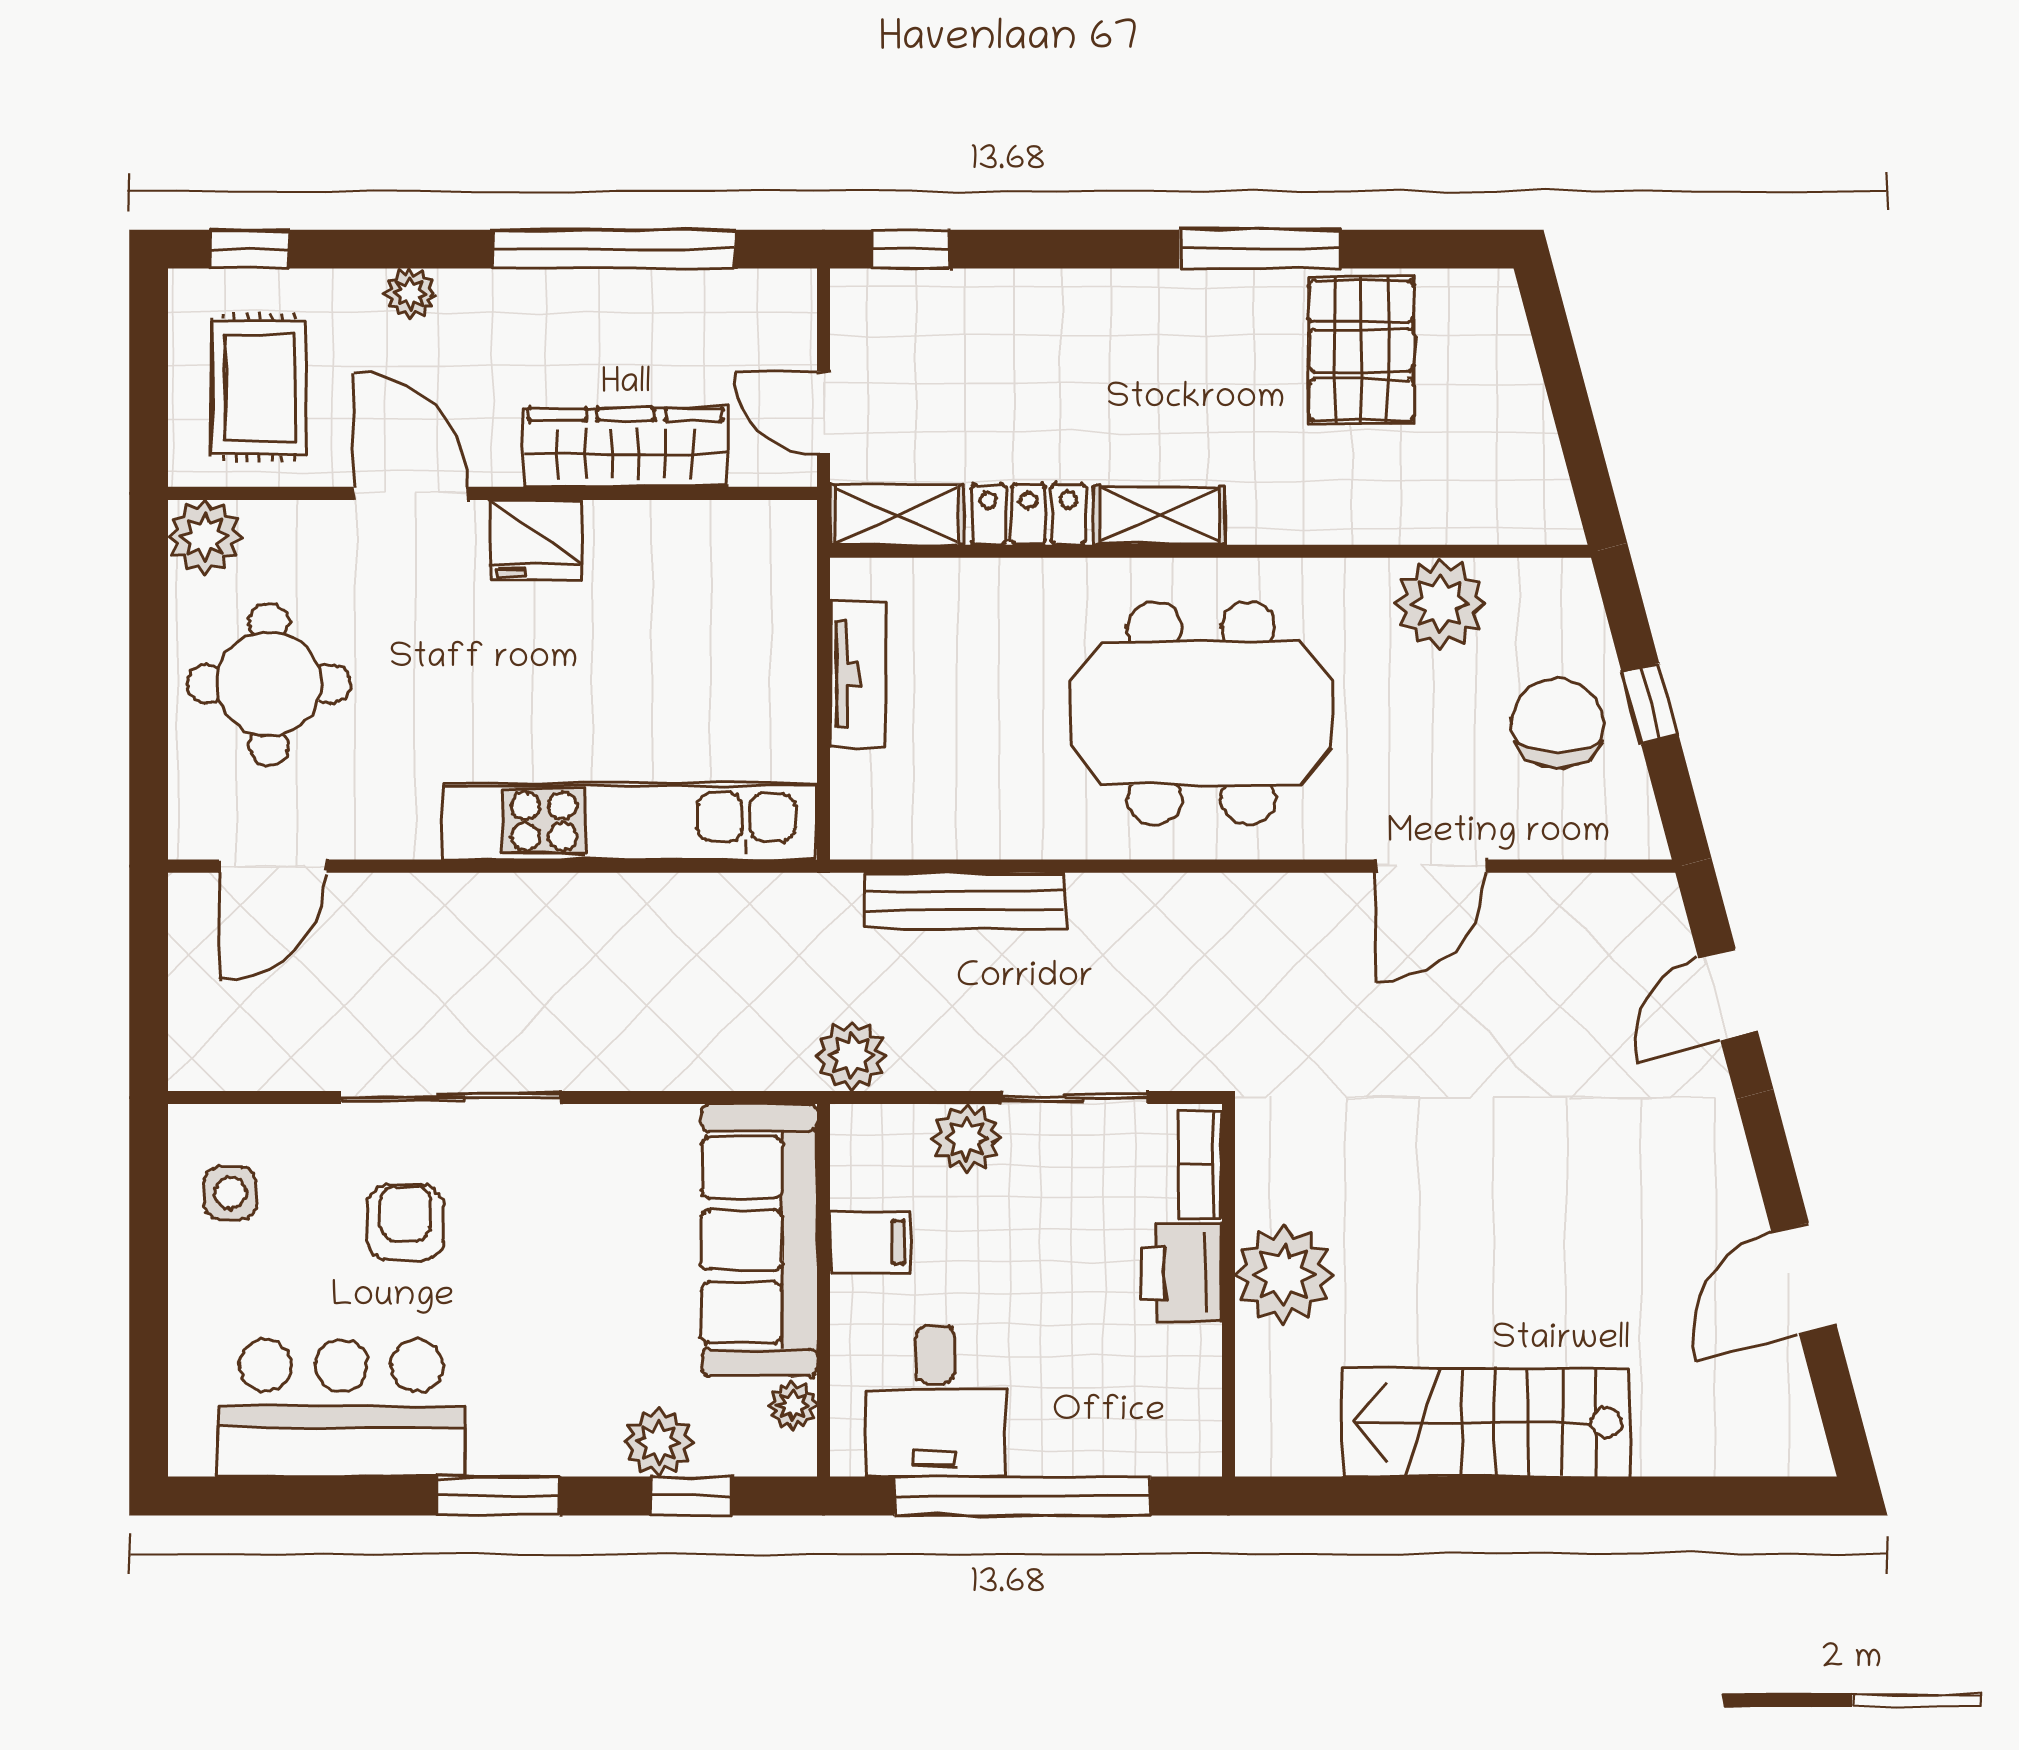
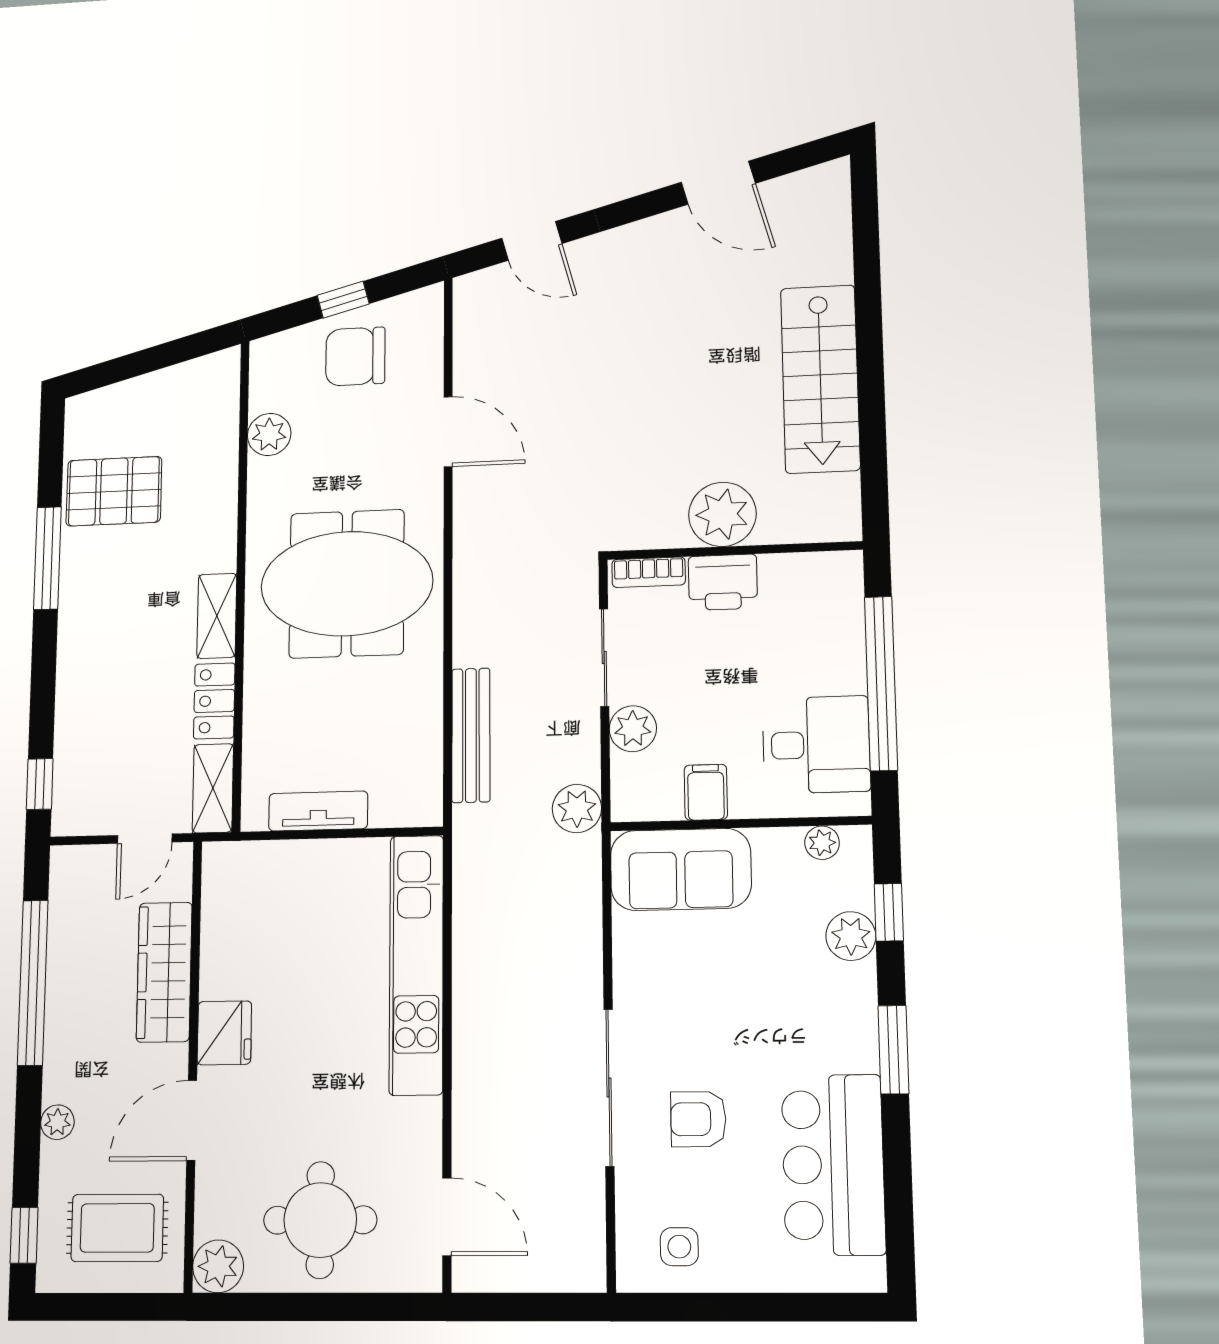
plant: (1440, 603) -> (269, 434), width x0.73, depth x0.73
meeting table: (1201, 713) -> (347, 584), turned 90
sofa: (759, 1240) -> (681, 869), width x0.73

